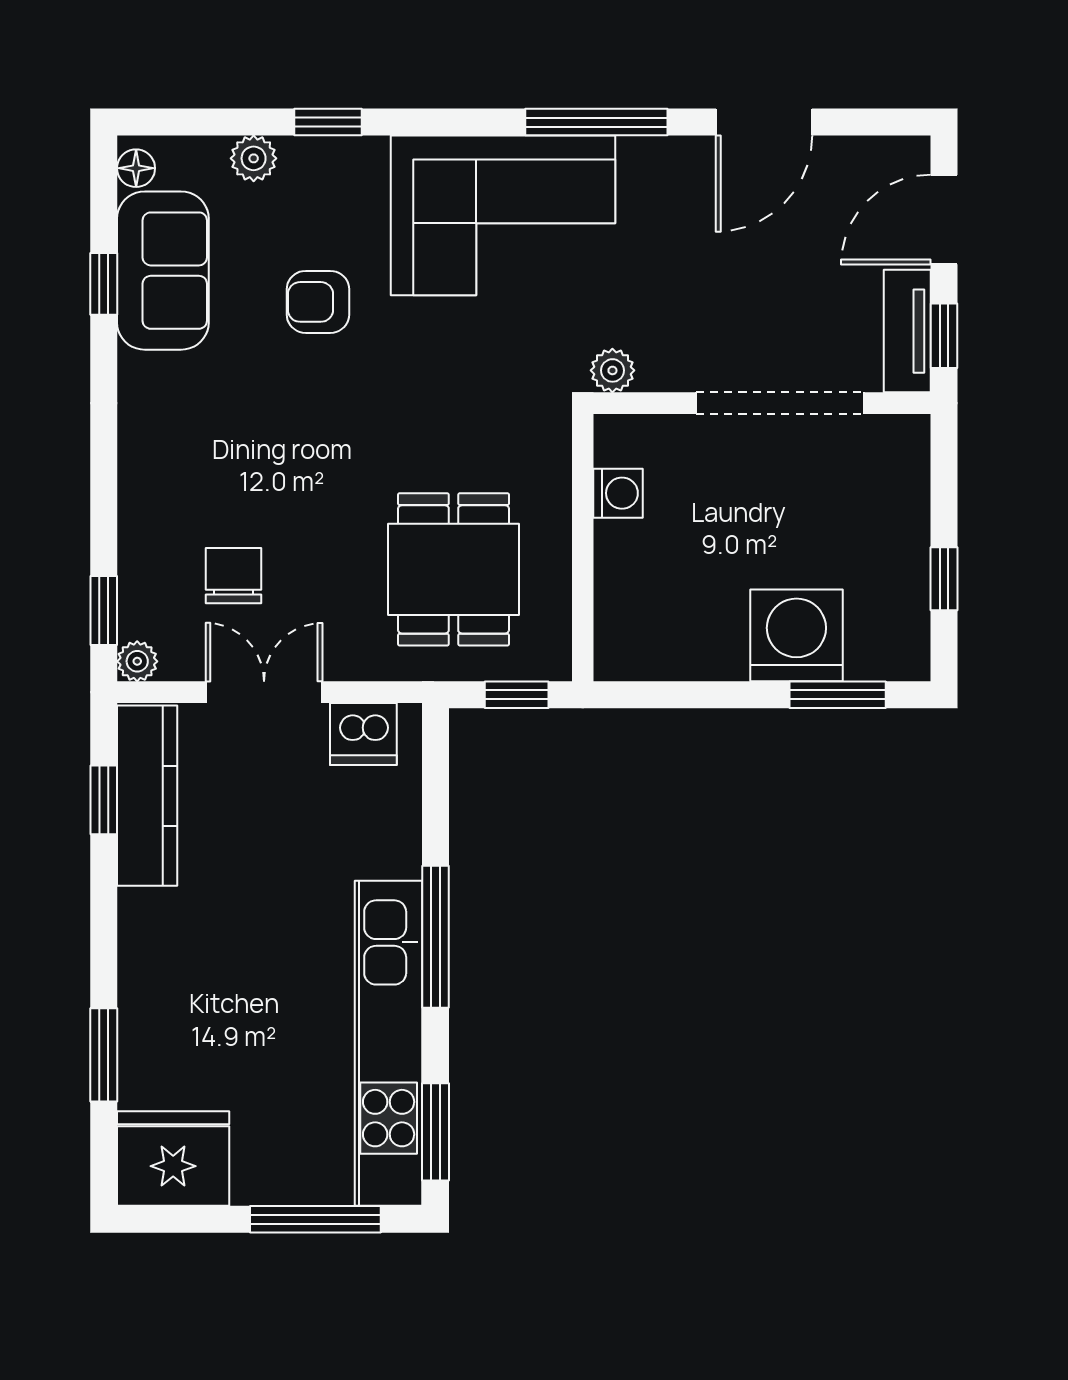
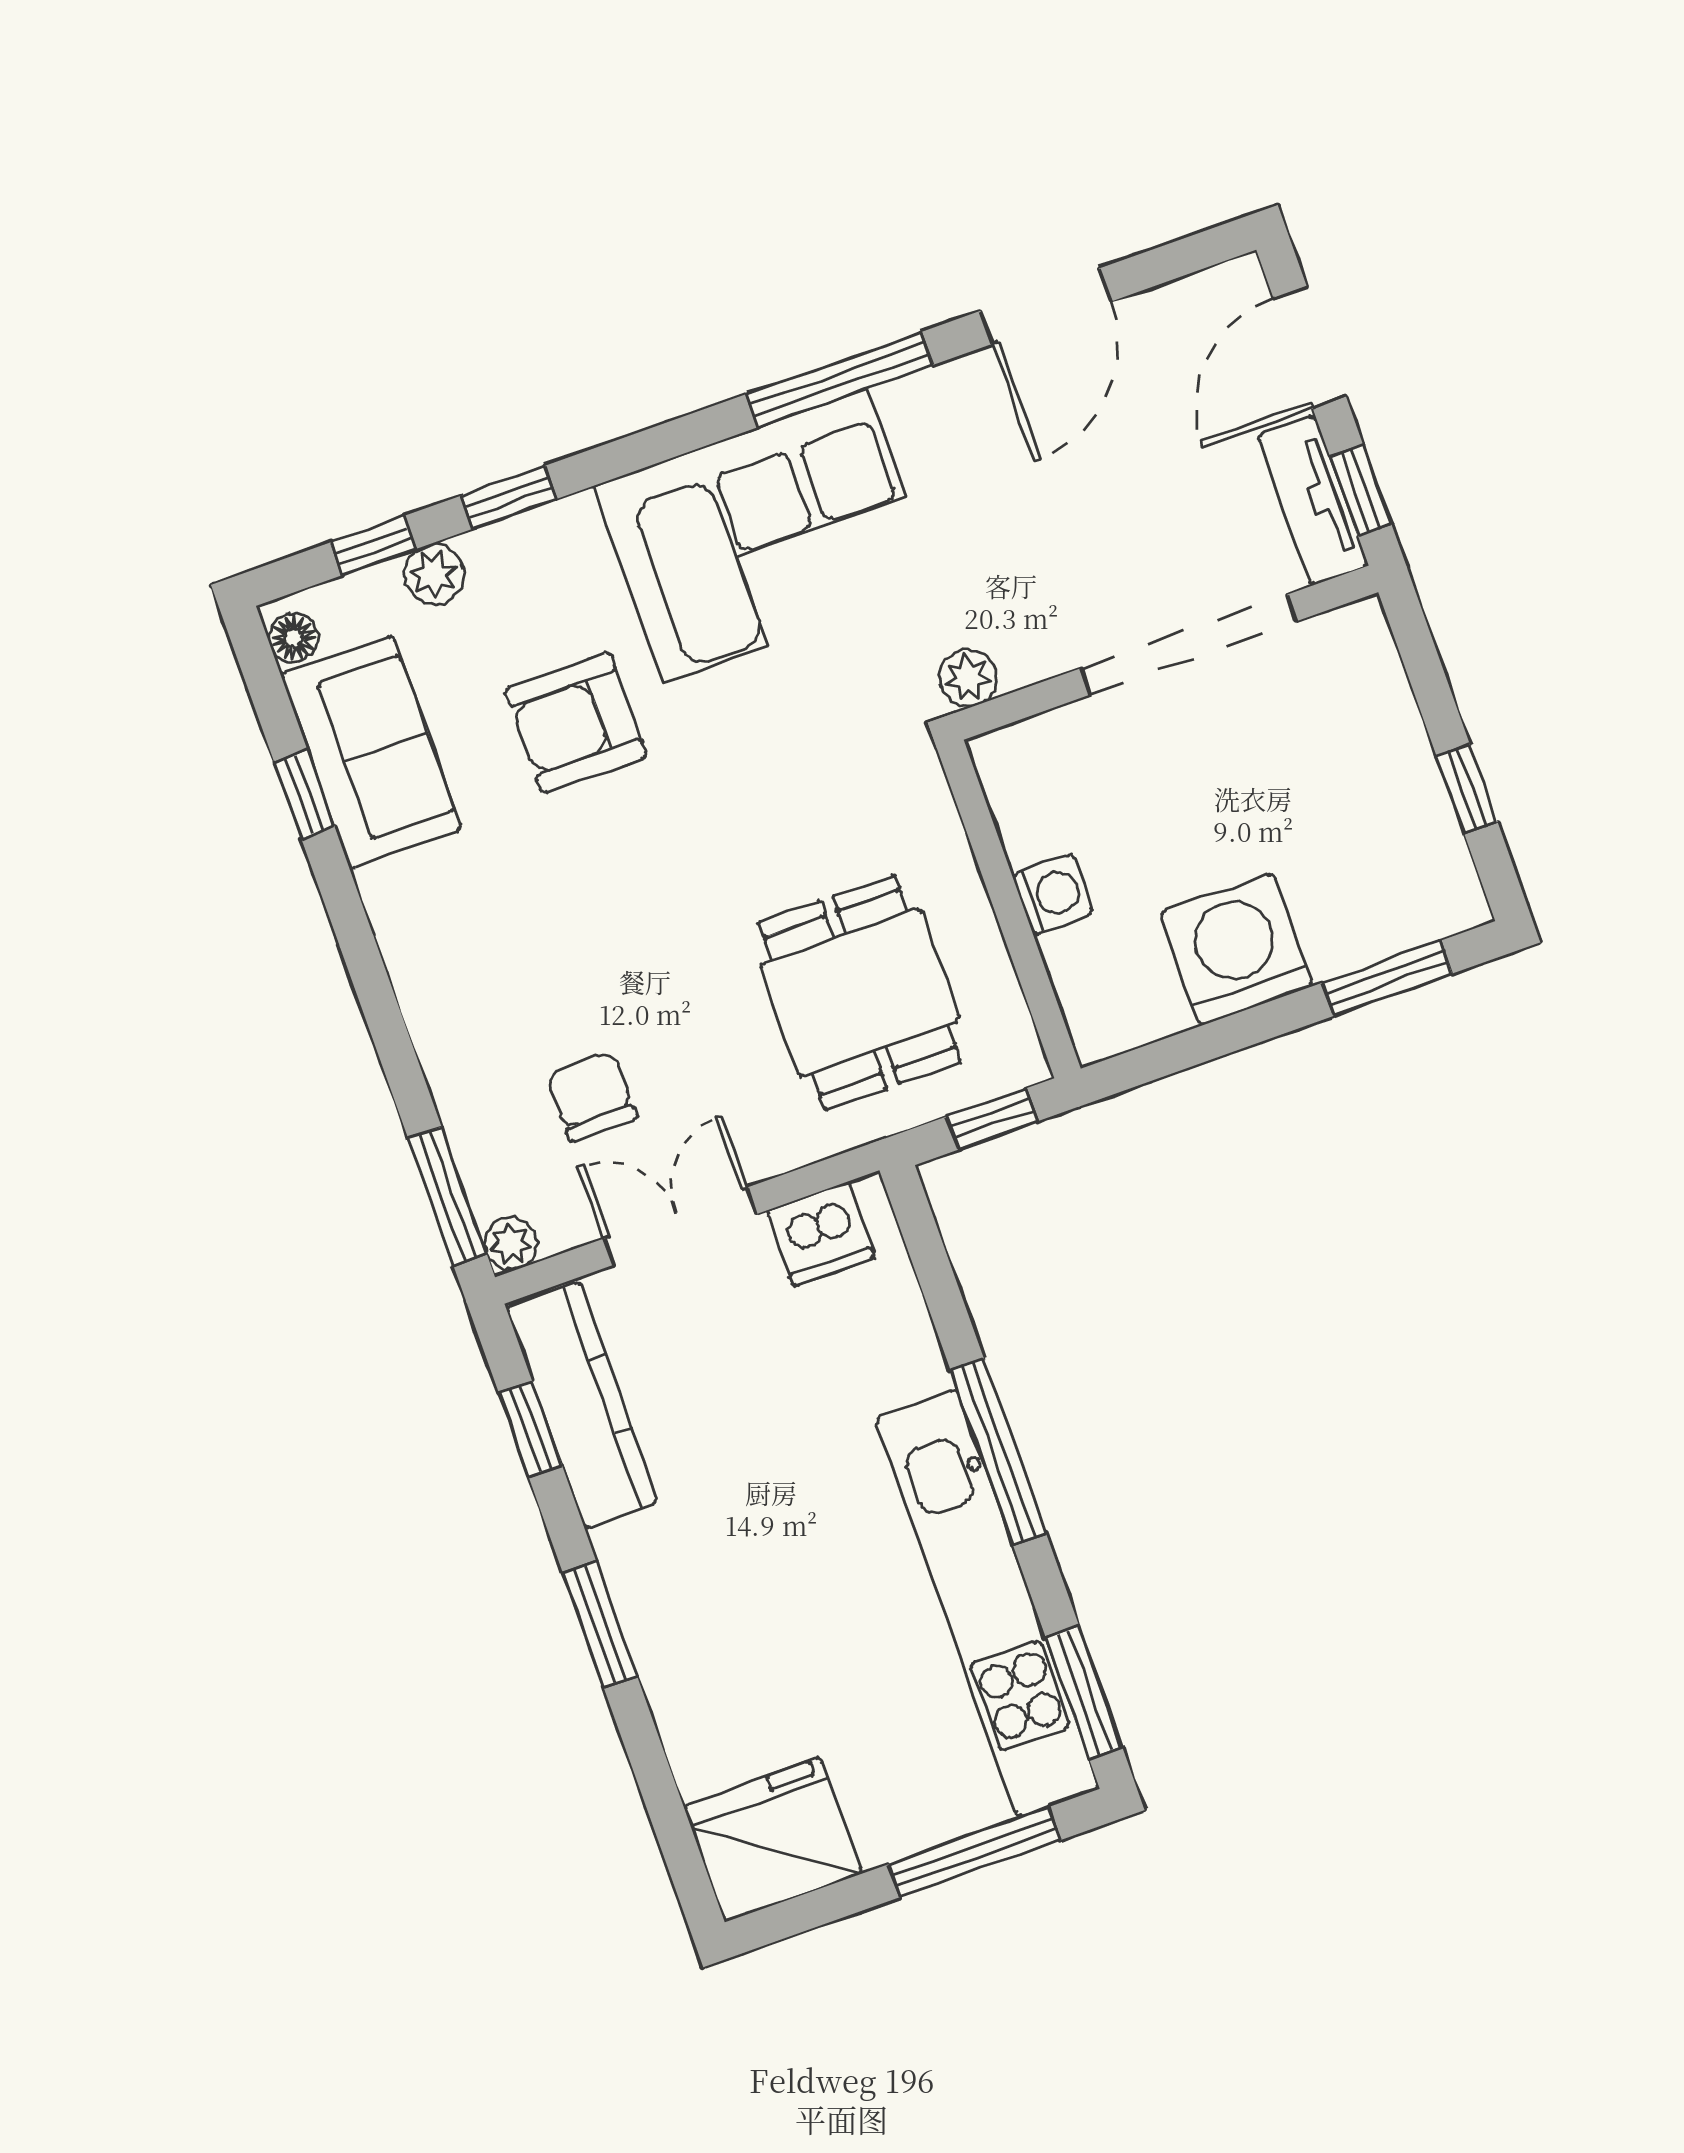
window: (217, 122) -> (373, 546), added
armchair: (318, 302) -> (576, 723), width x1.38, depth x1.38
washing machine: (618, 493) -> (1053, 894), moved
window: (104, 610) -> (447, 1196), width x1.50
washing machine: (796, 635) -> (1237, 949), moved
window: (104, 1055) -> (600, 1624), moved

